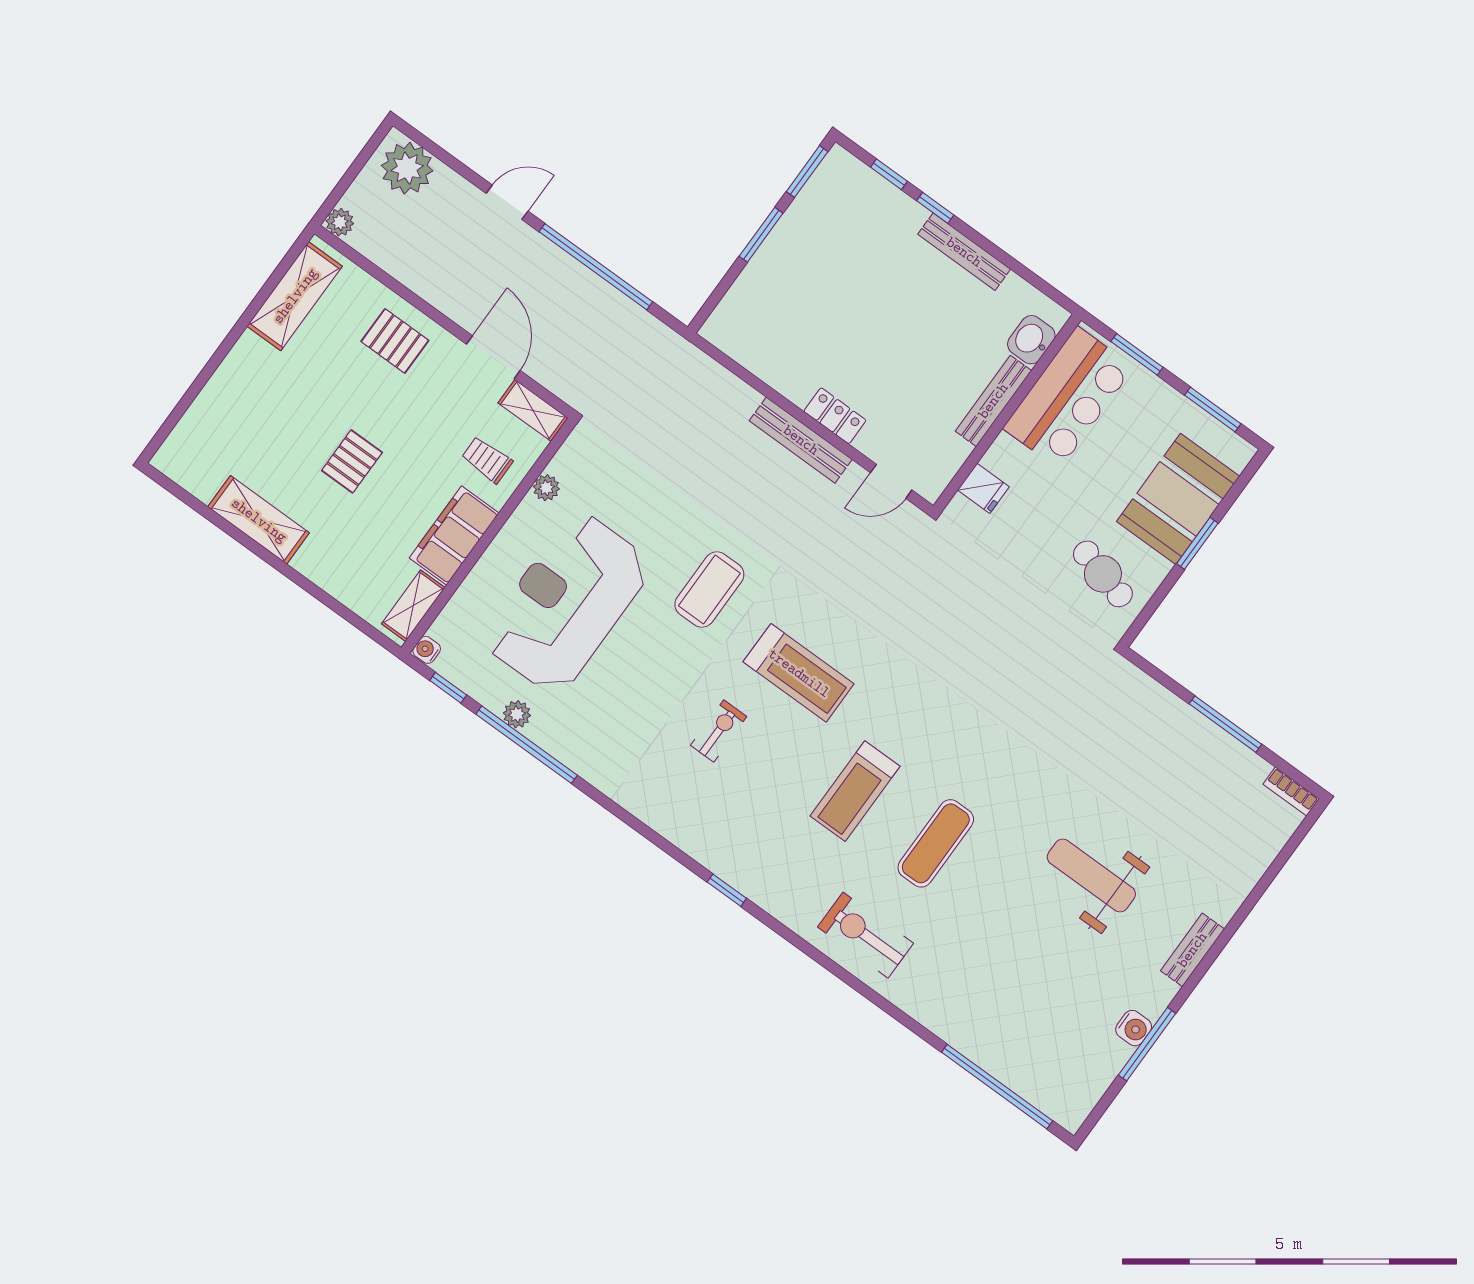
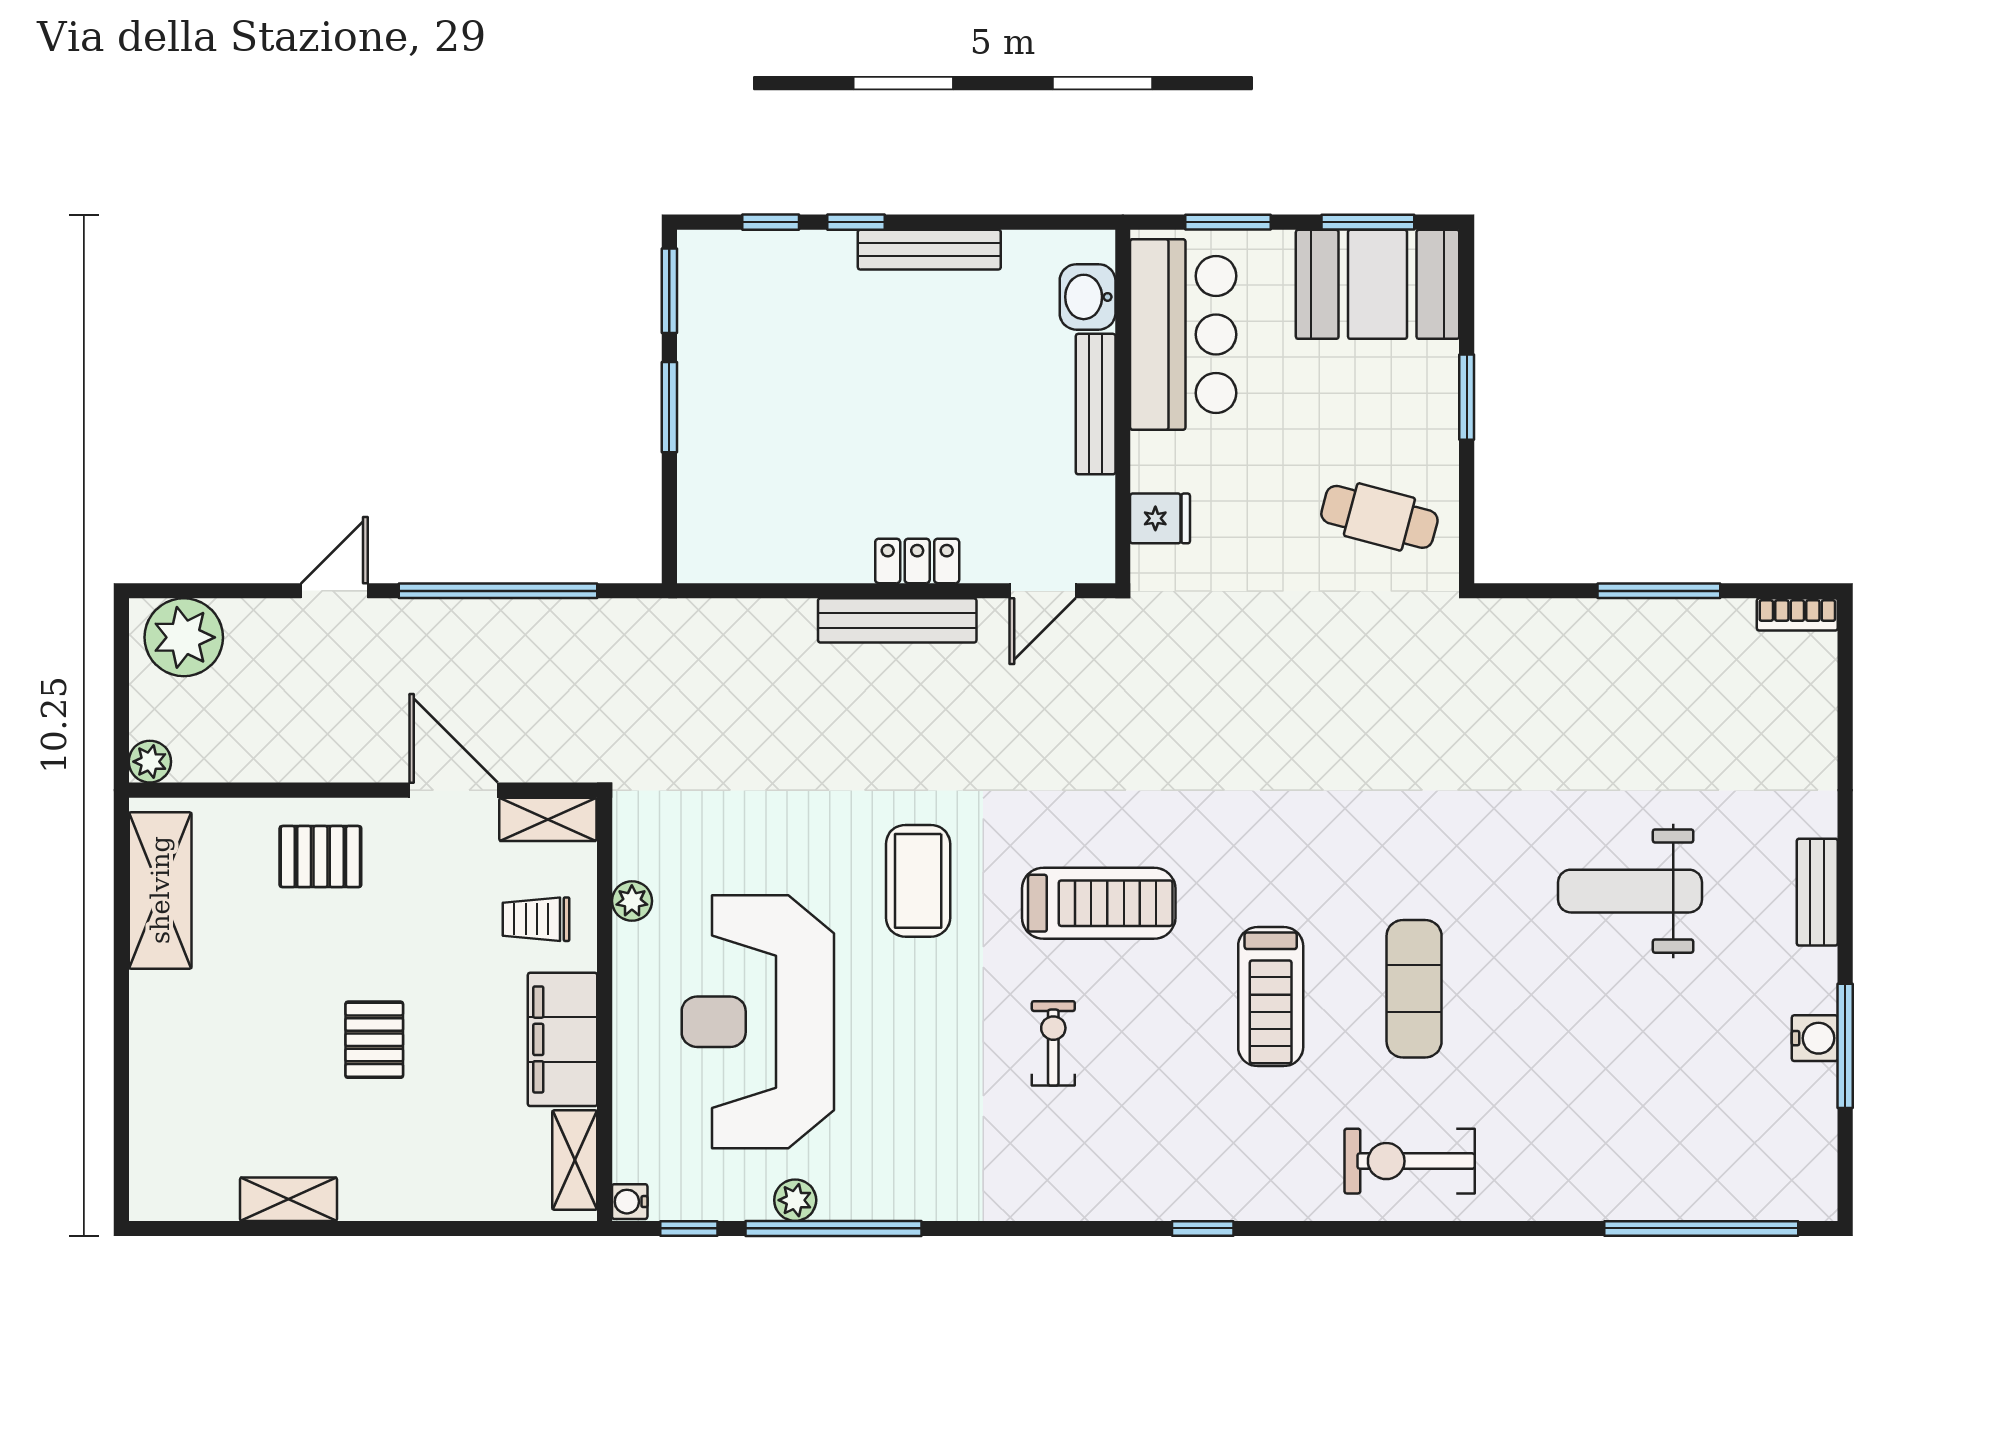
booth: (1178, 499) -> (1378, 284), moved, turned 90
shelving: (259, 520) -> (288, 1199), width x0.67, depth x0.75

